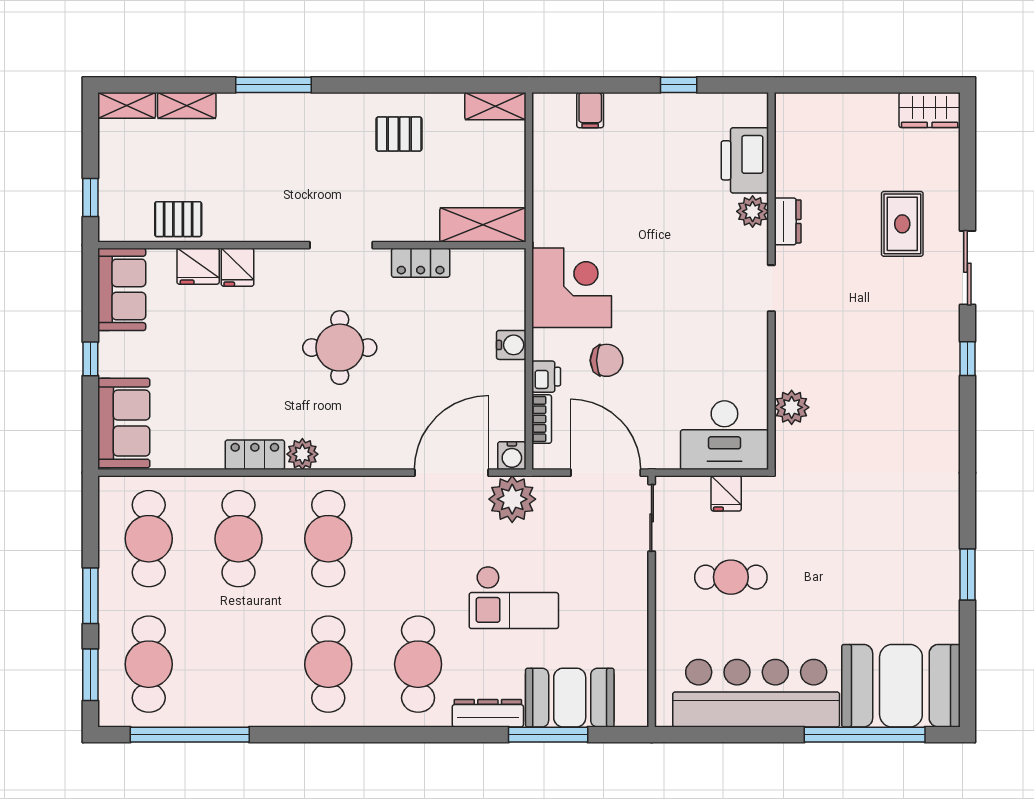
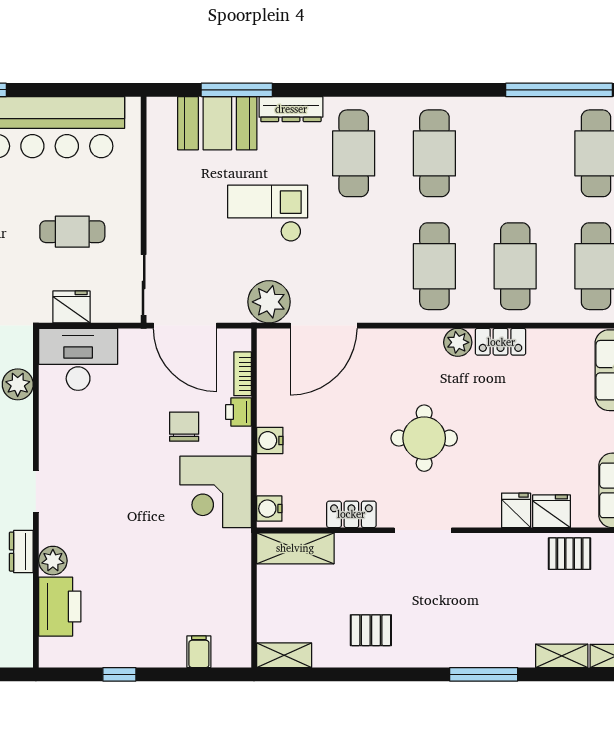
chair: (607, 360) -> (184, 427), turned 90
water cooler: (512, 456) -> (269, 509), moved, turned -90
fridge: (726, 493) -> (71, 307), width x1.38

